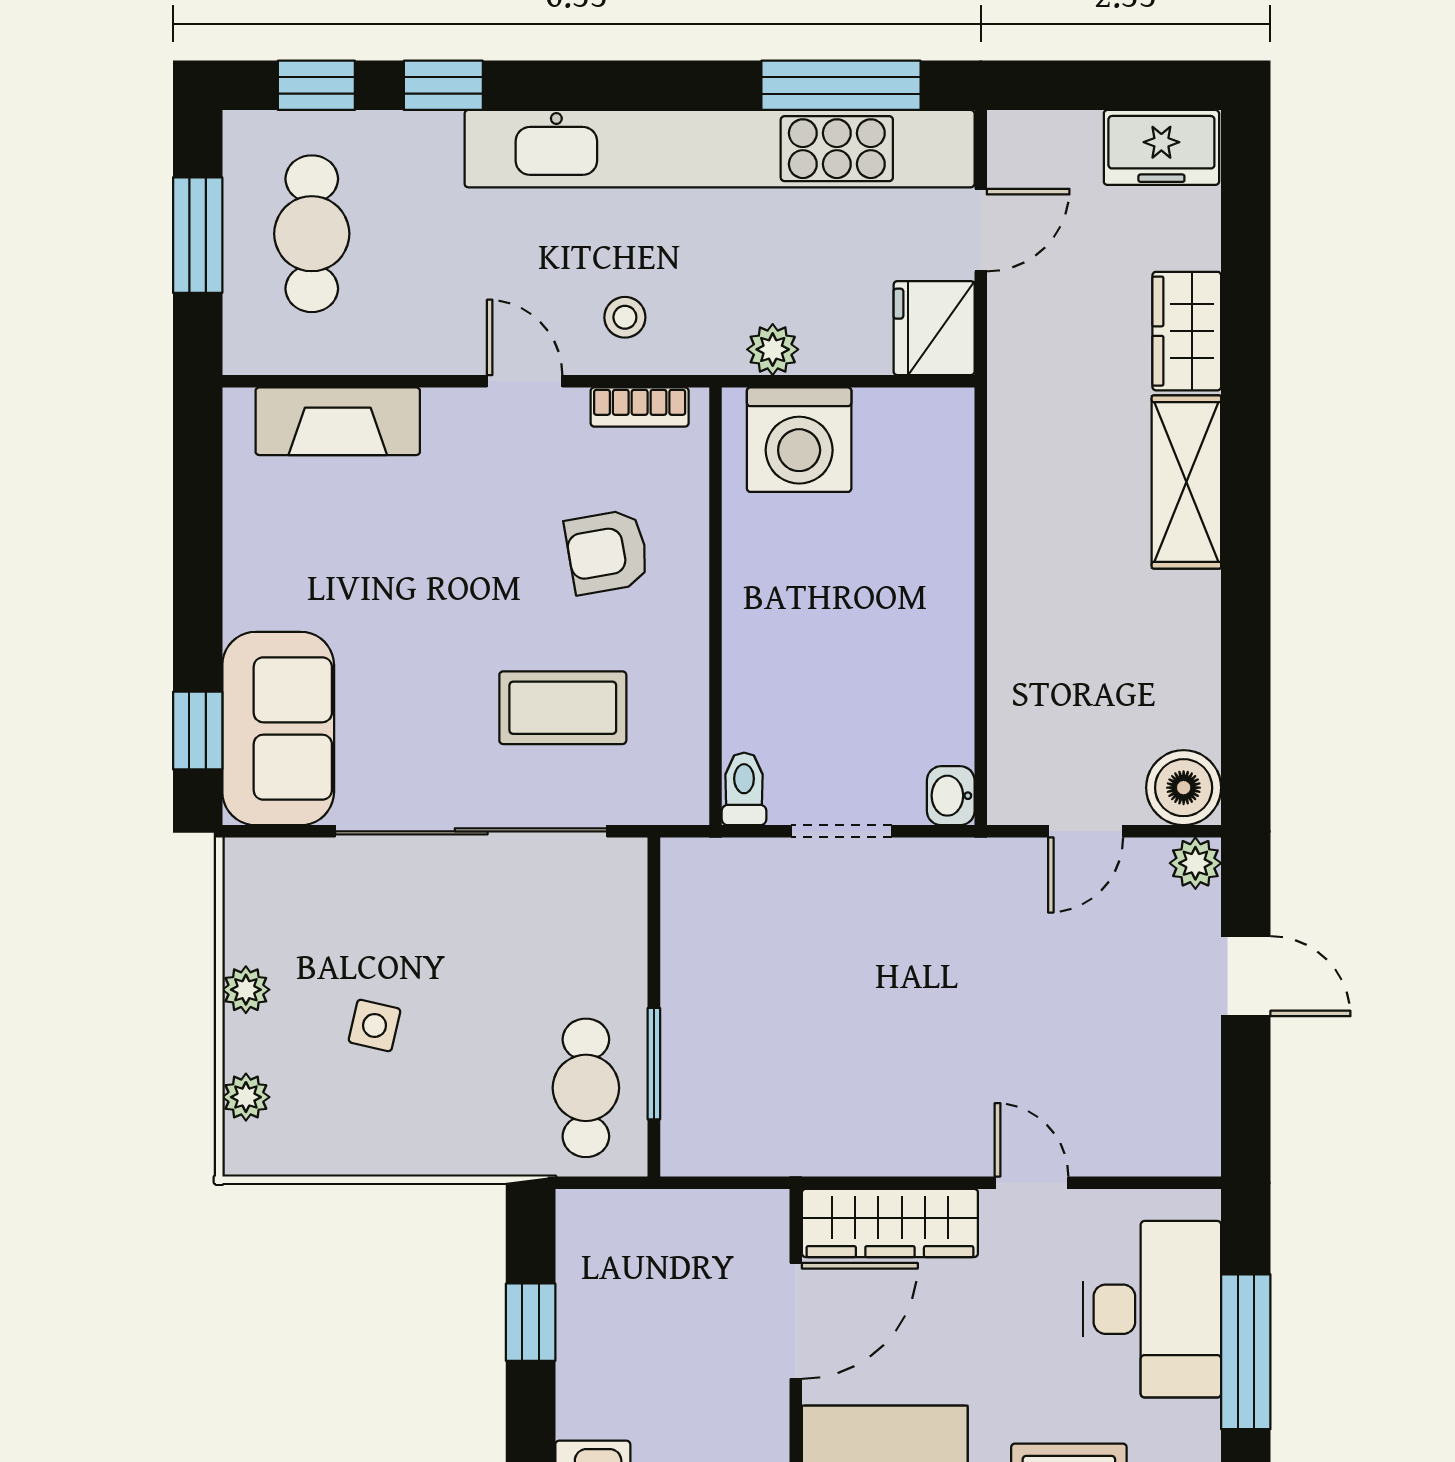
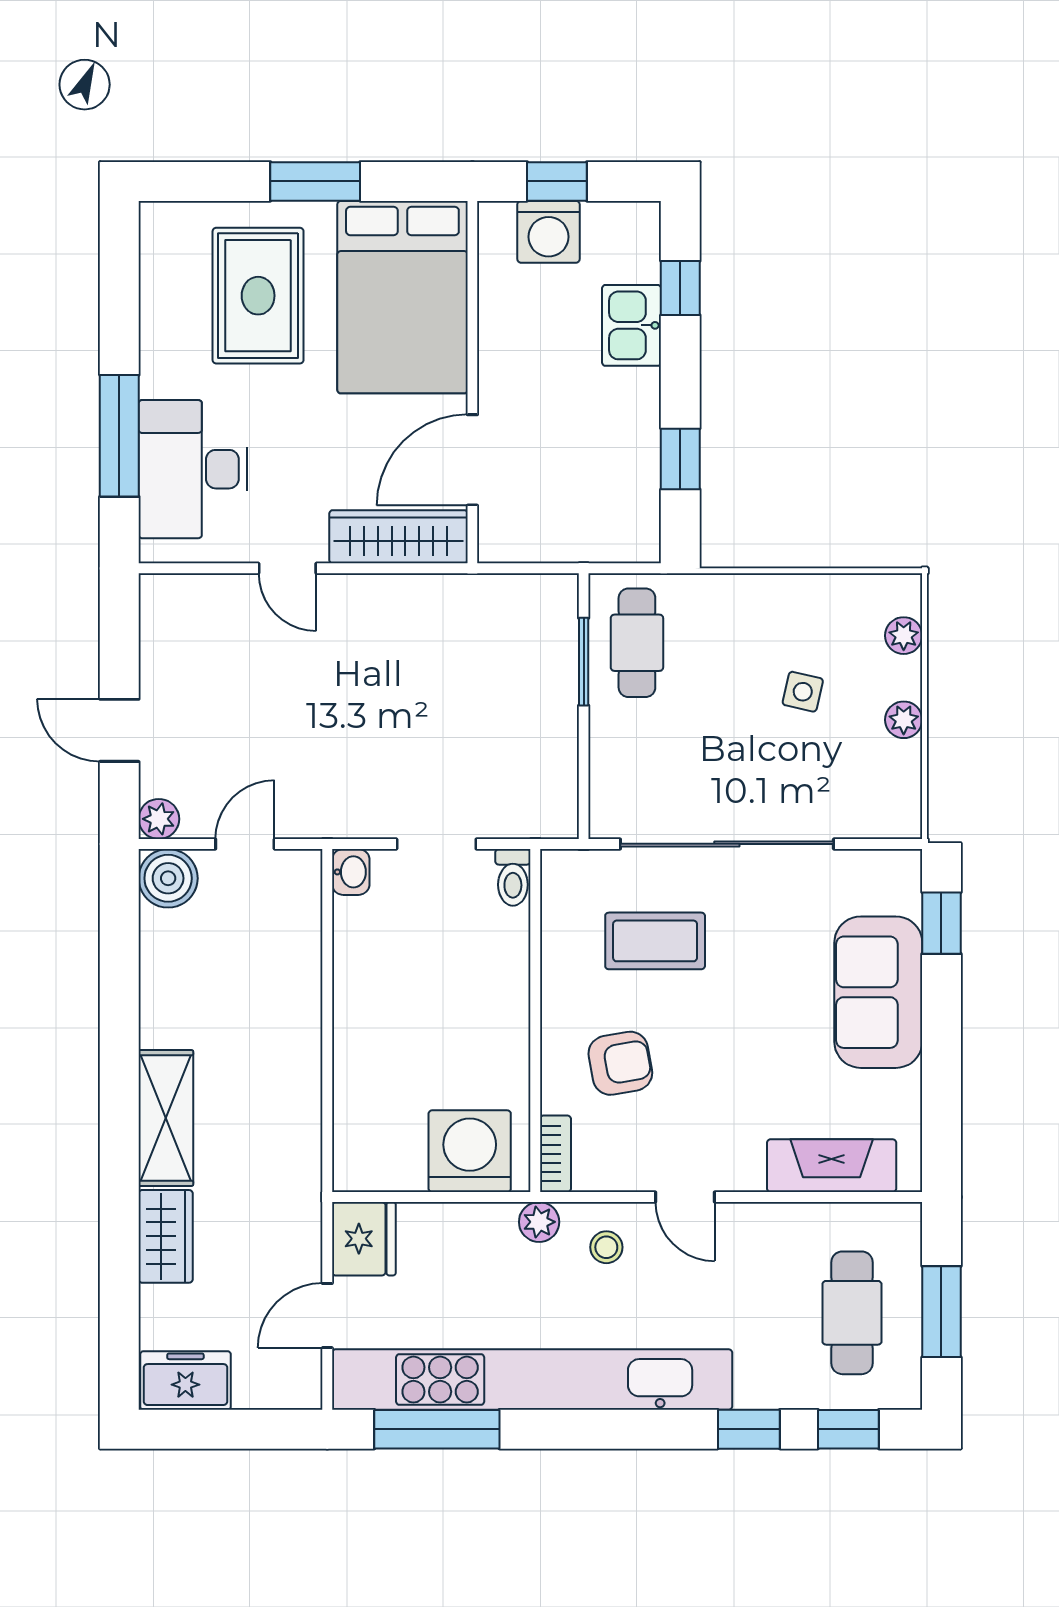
plant: (773, 349) -> (539, 1222), moved
bookcase: (640, 407) -> (555, 1154), moved, turned 90
sofa: (278, 728) -> (878, 992), moved

